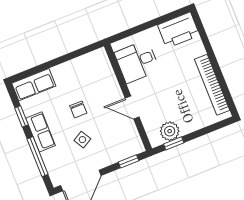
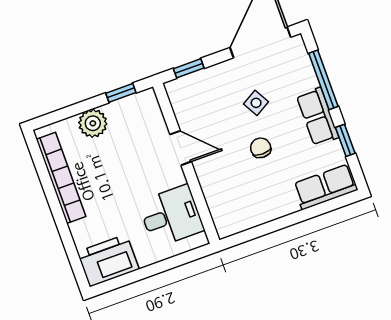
plant: (170, 131) -> (93, 123), moved

